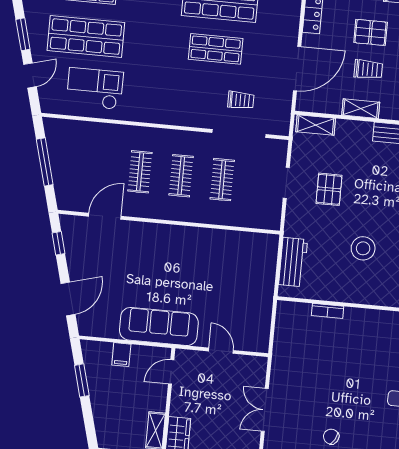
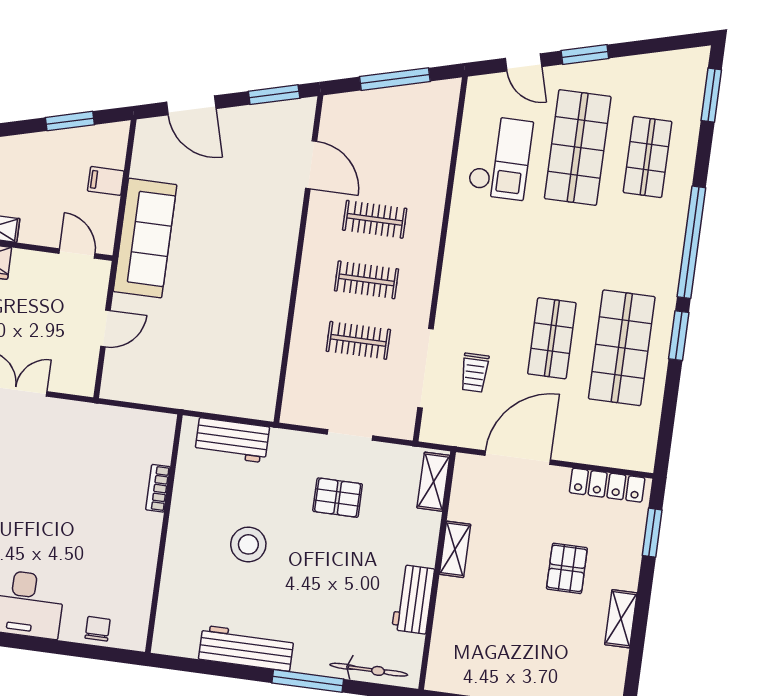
door: (297, 69) -> (518, 458), swing flipped
trolley: (368, 69) -> (513, 563), removed
window: (58, 243) -> (274, 95), width x1.50

